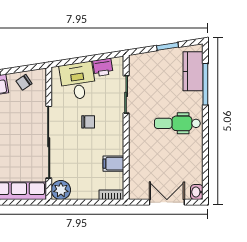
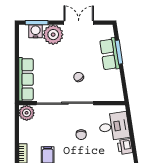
chair: (24, 82) -> (79, 77), moved

